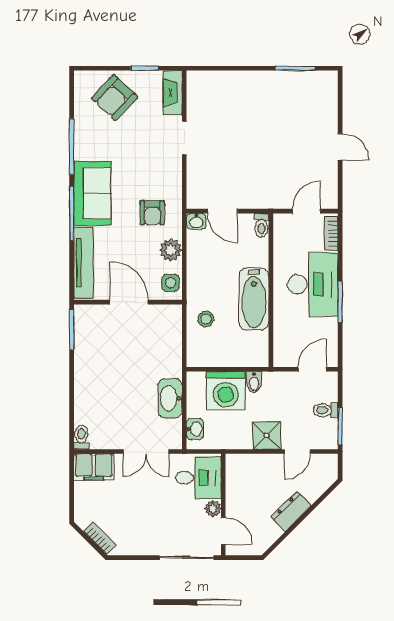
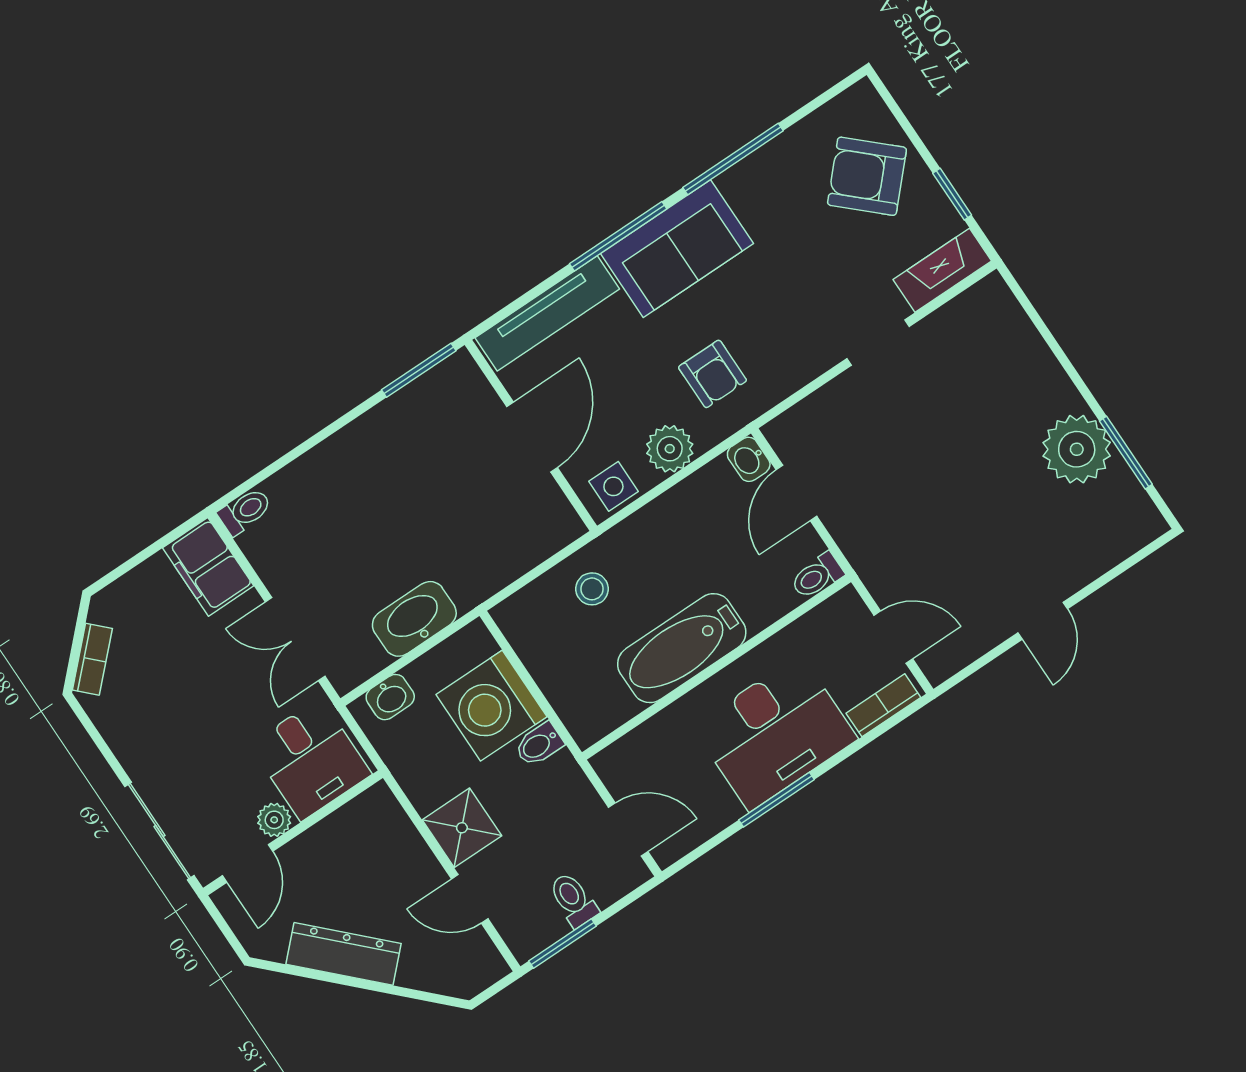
plant: (281, 87) -> (1077, 449), added
armchair: (152, 213) -> (712, 374), turned -90
dresser: (291, 511) -> (343, 954), width x1.44

